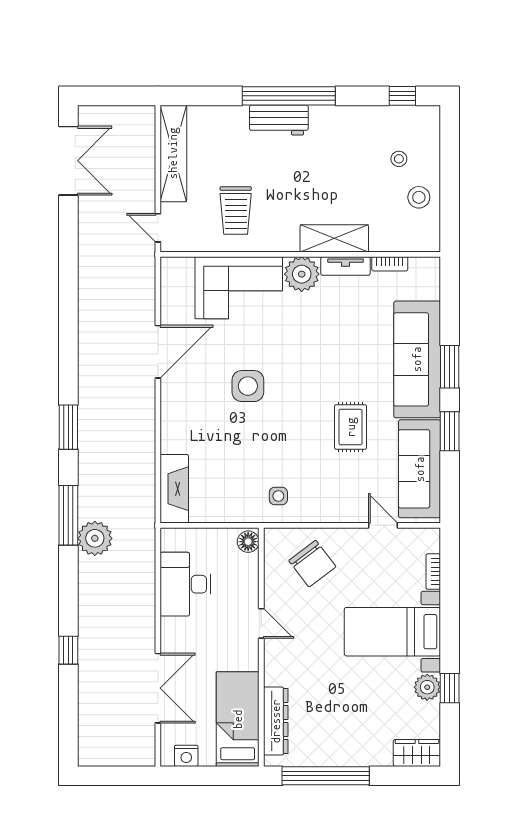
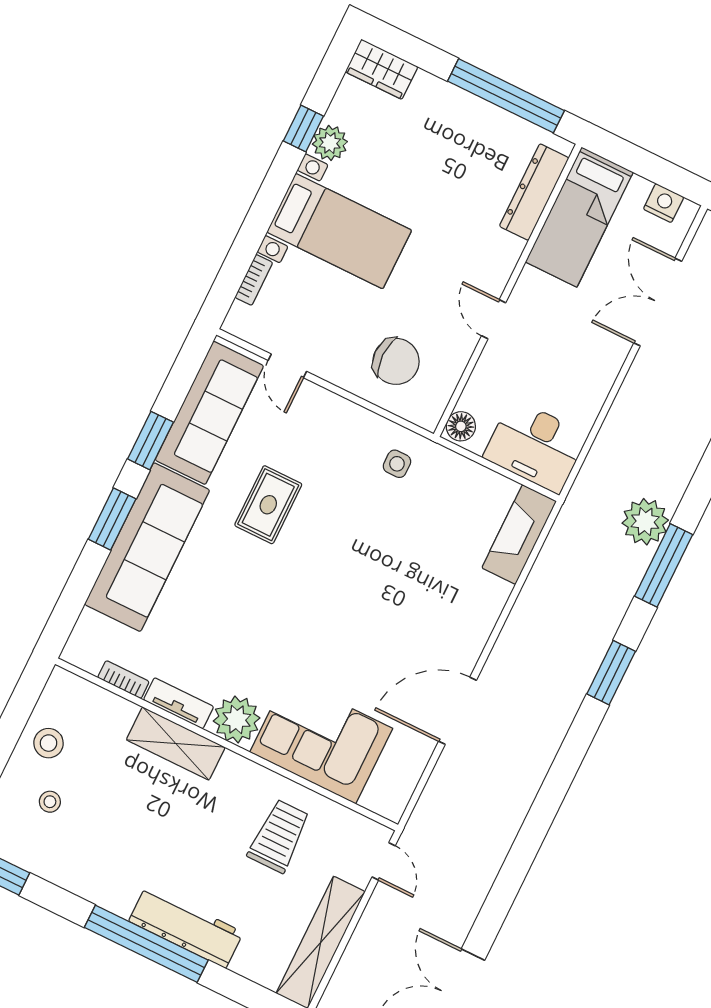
workbench: (279, 120) -> (186, 927), width x1.38
side table: (248, 386) -> (369, 616), removed
chair: (312, 564) -> (396, 361), turned 127
desk: (185, 584) -> (536, 446), moved, turned 90

